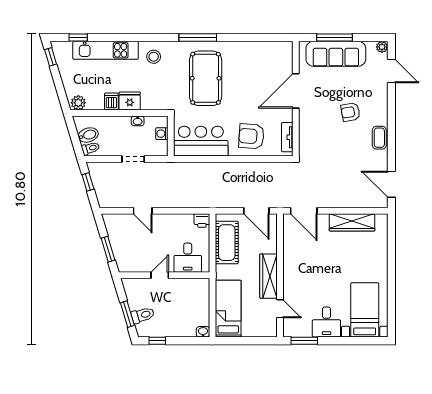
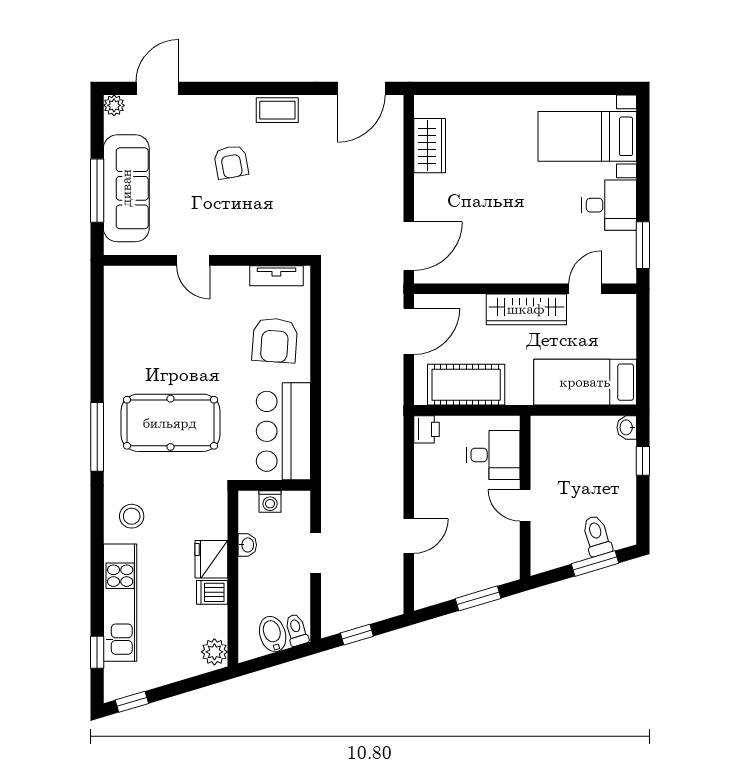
door: (296, 91) -> (193, 260), width x0.53
wardrobe: (352, 222) -> (430, 146), width x0.67
window: (157, 341) -> (643, 461), moved

